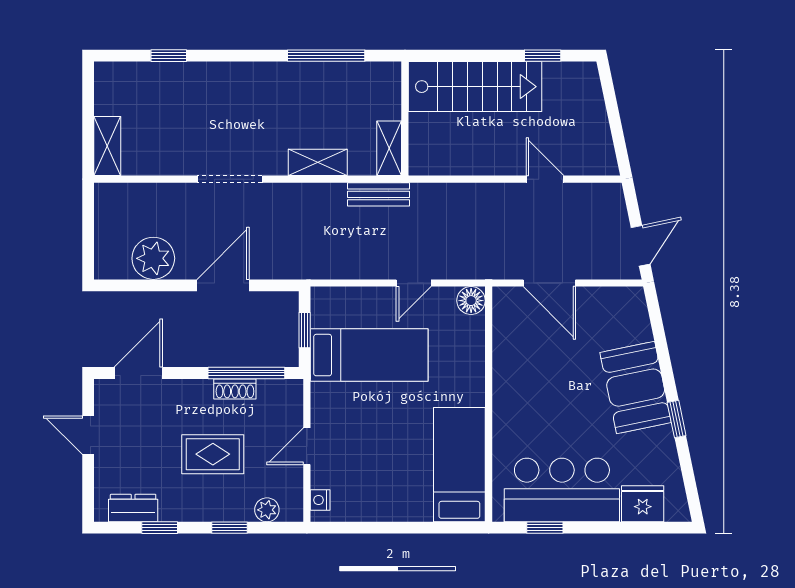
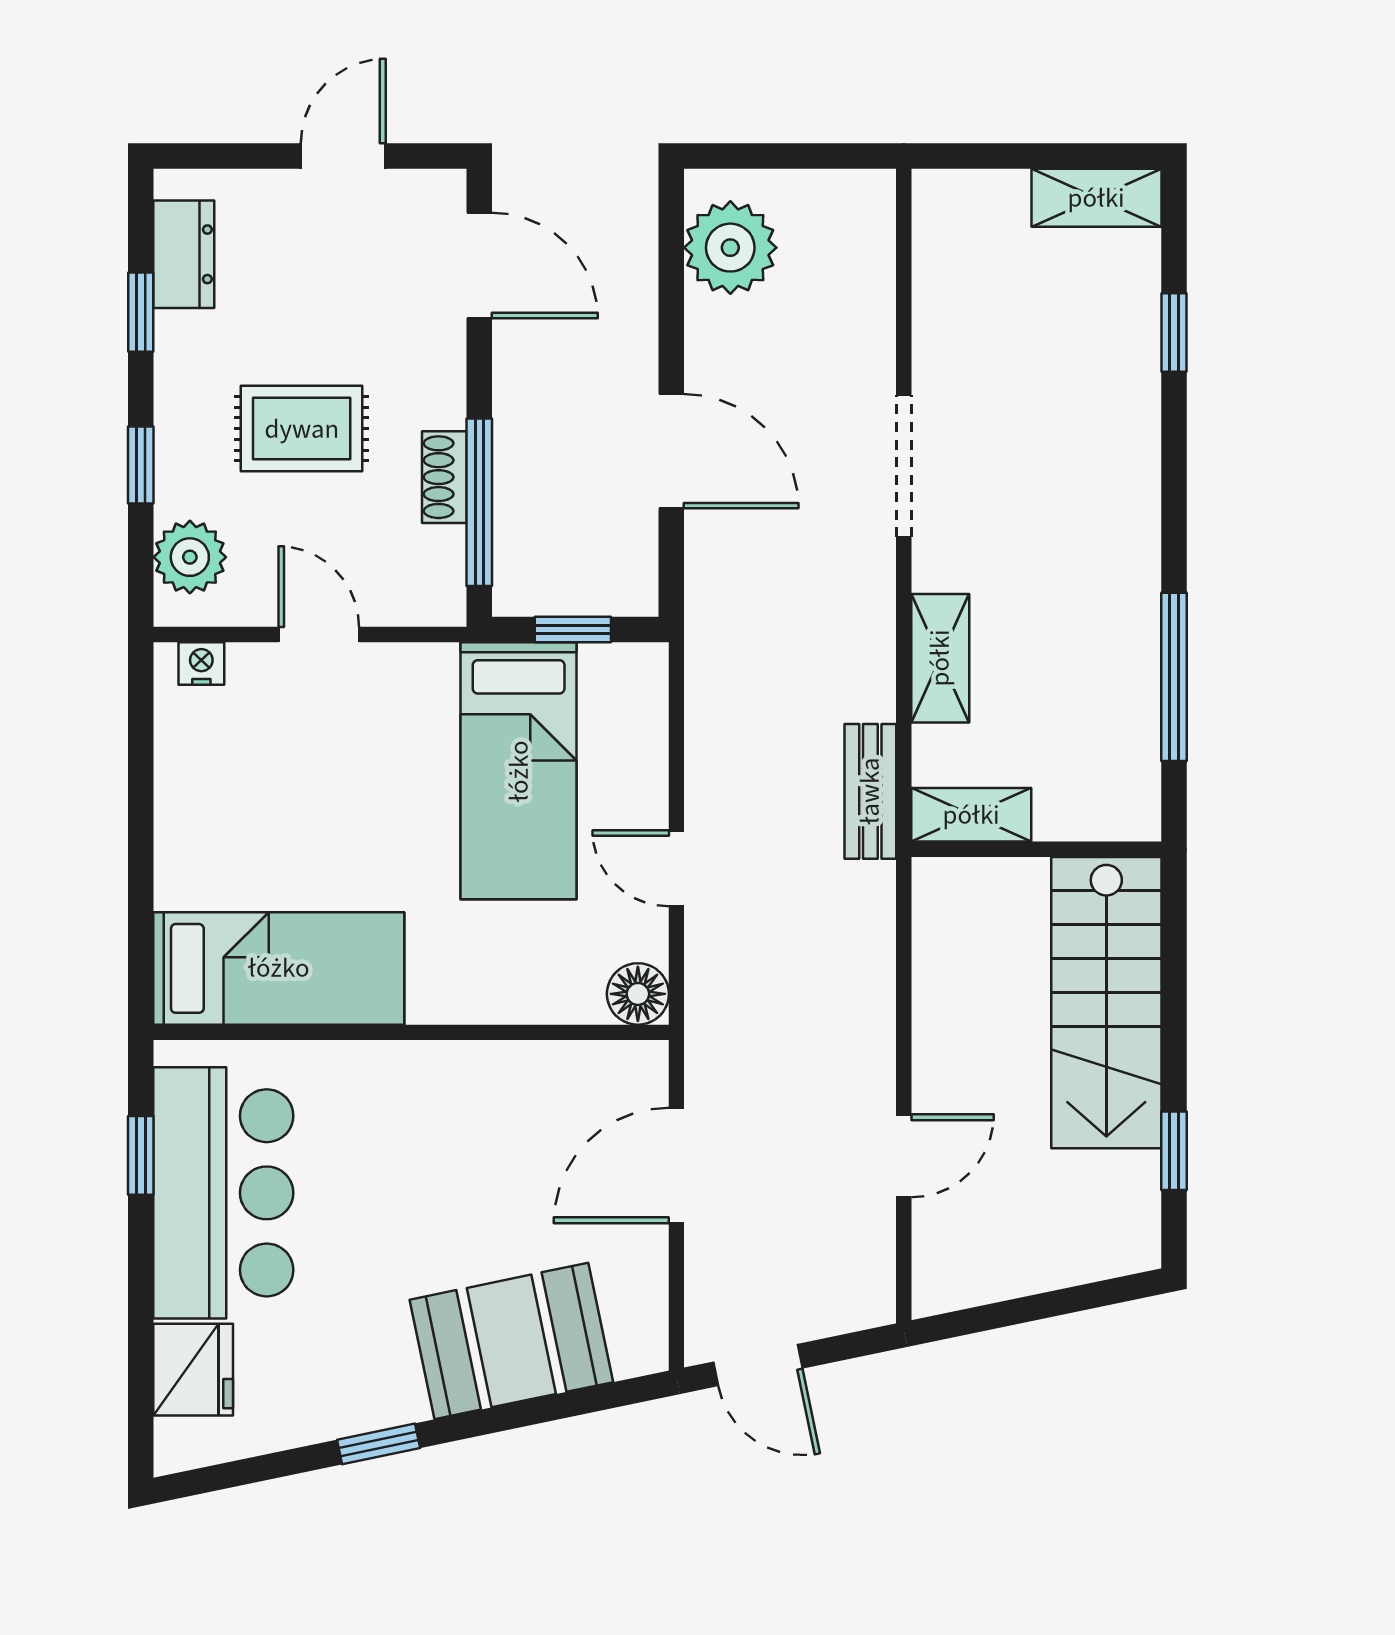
shelving: (107, 146) -> (1096, 198), moved
plant: (153, 258) -> (730, 248), moved
booth: (636, 388) -> (511, 1341), moved
rug: (213, 454) -> (302, 429), turned 90
plant: (267, 510) -> (190, 557), width x1.38, depth x1.38

